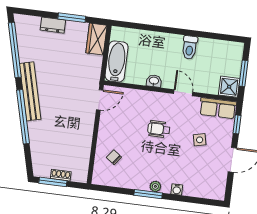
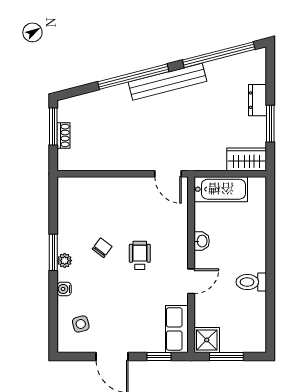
side table: (200, 140) -> (81, 324), moved
chair: (114, 157) -> (102, 248), moved

